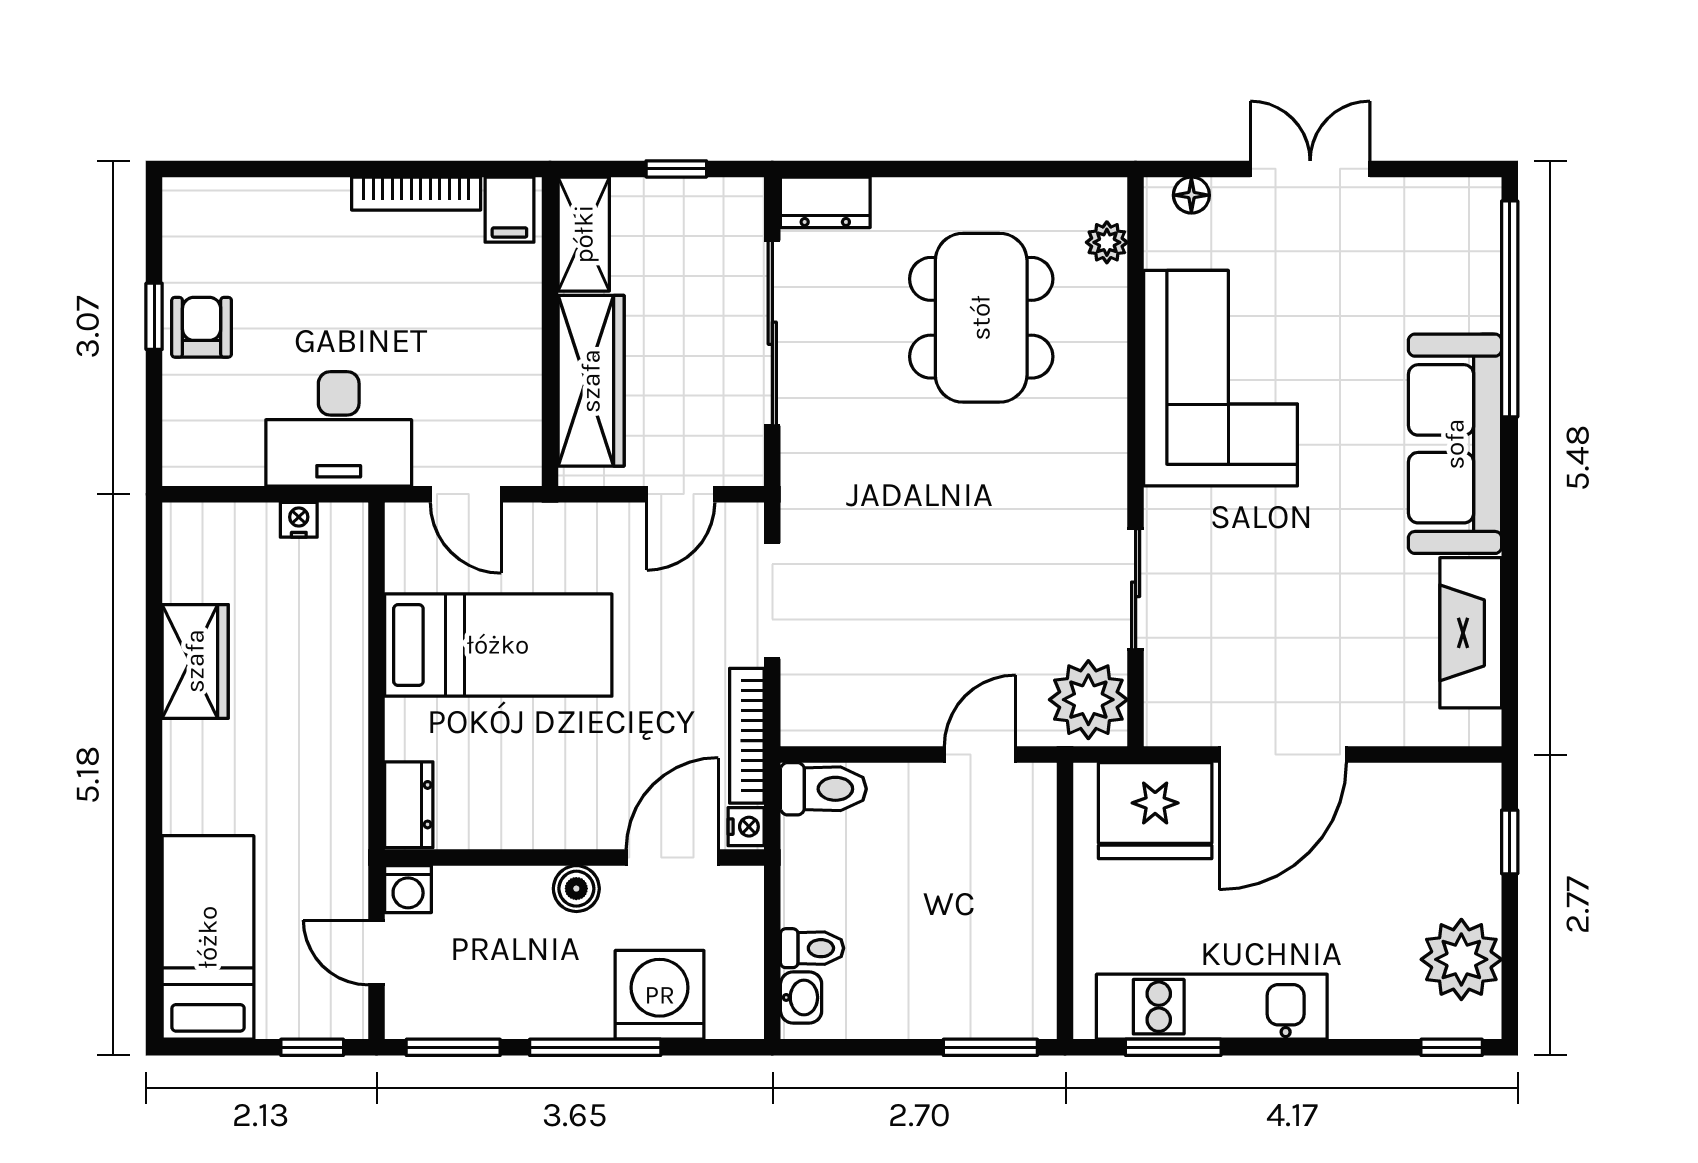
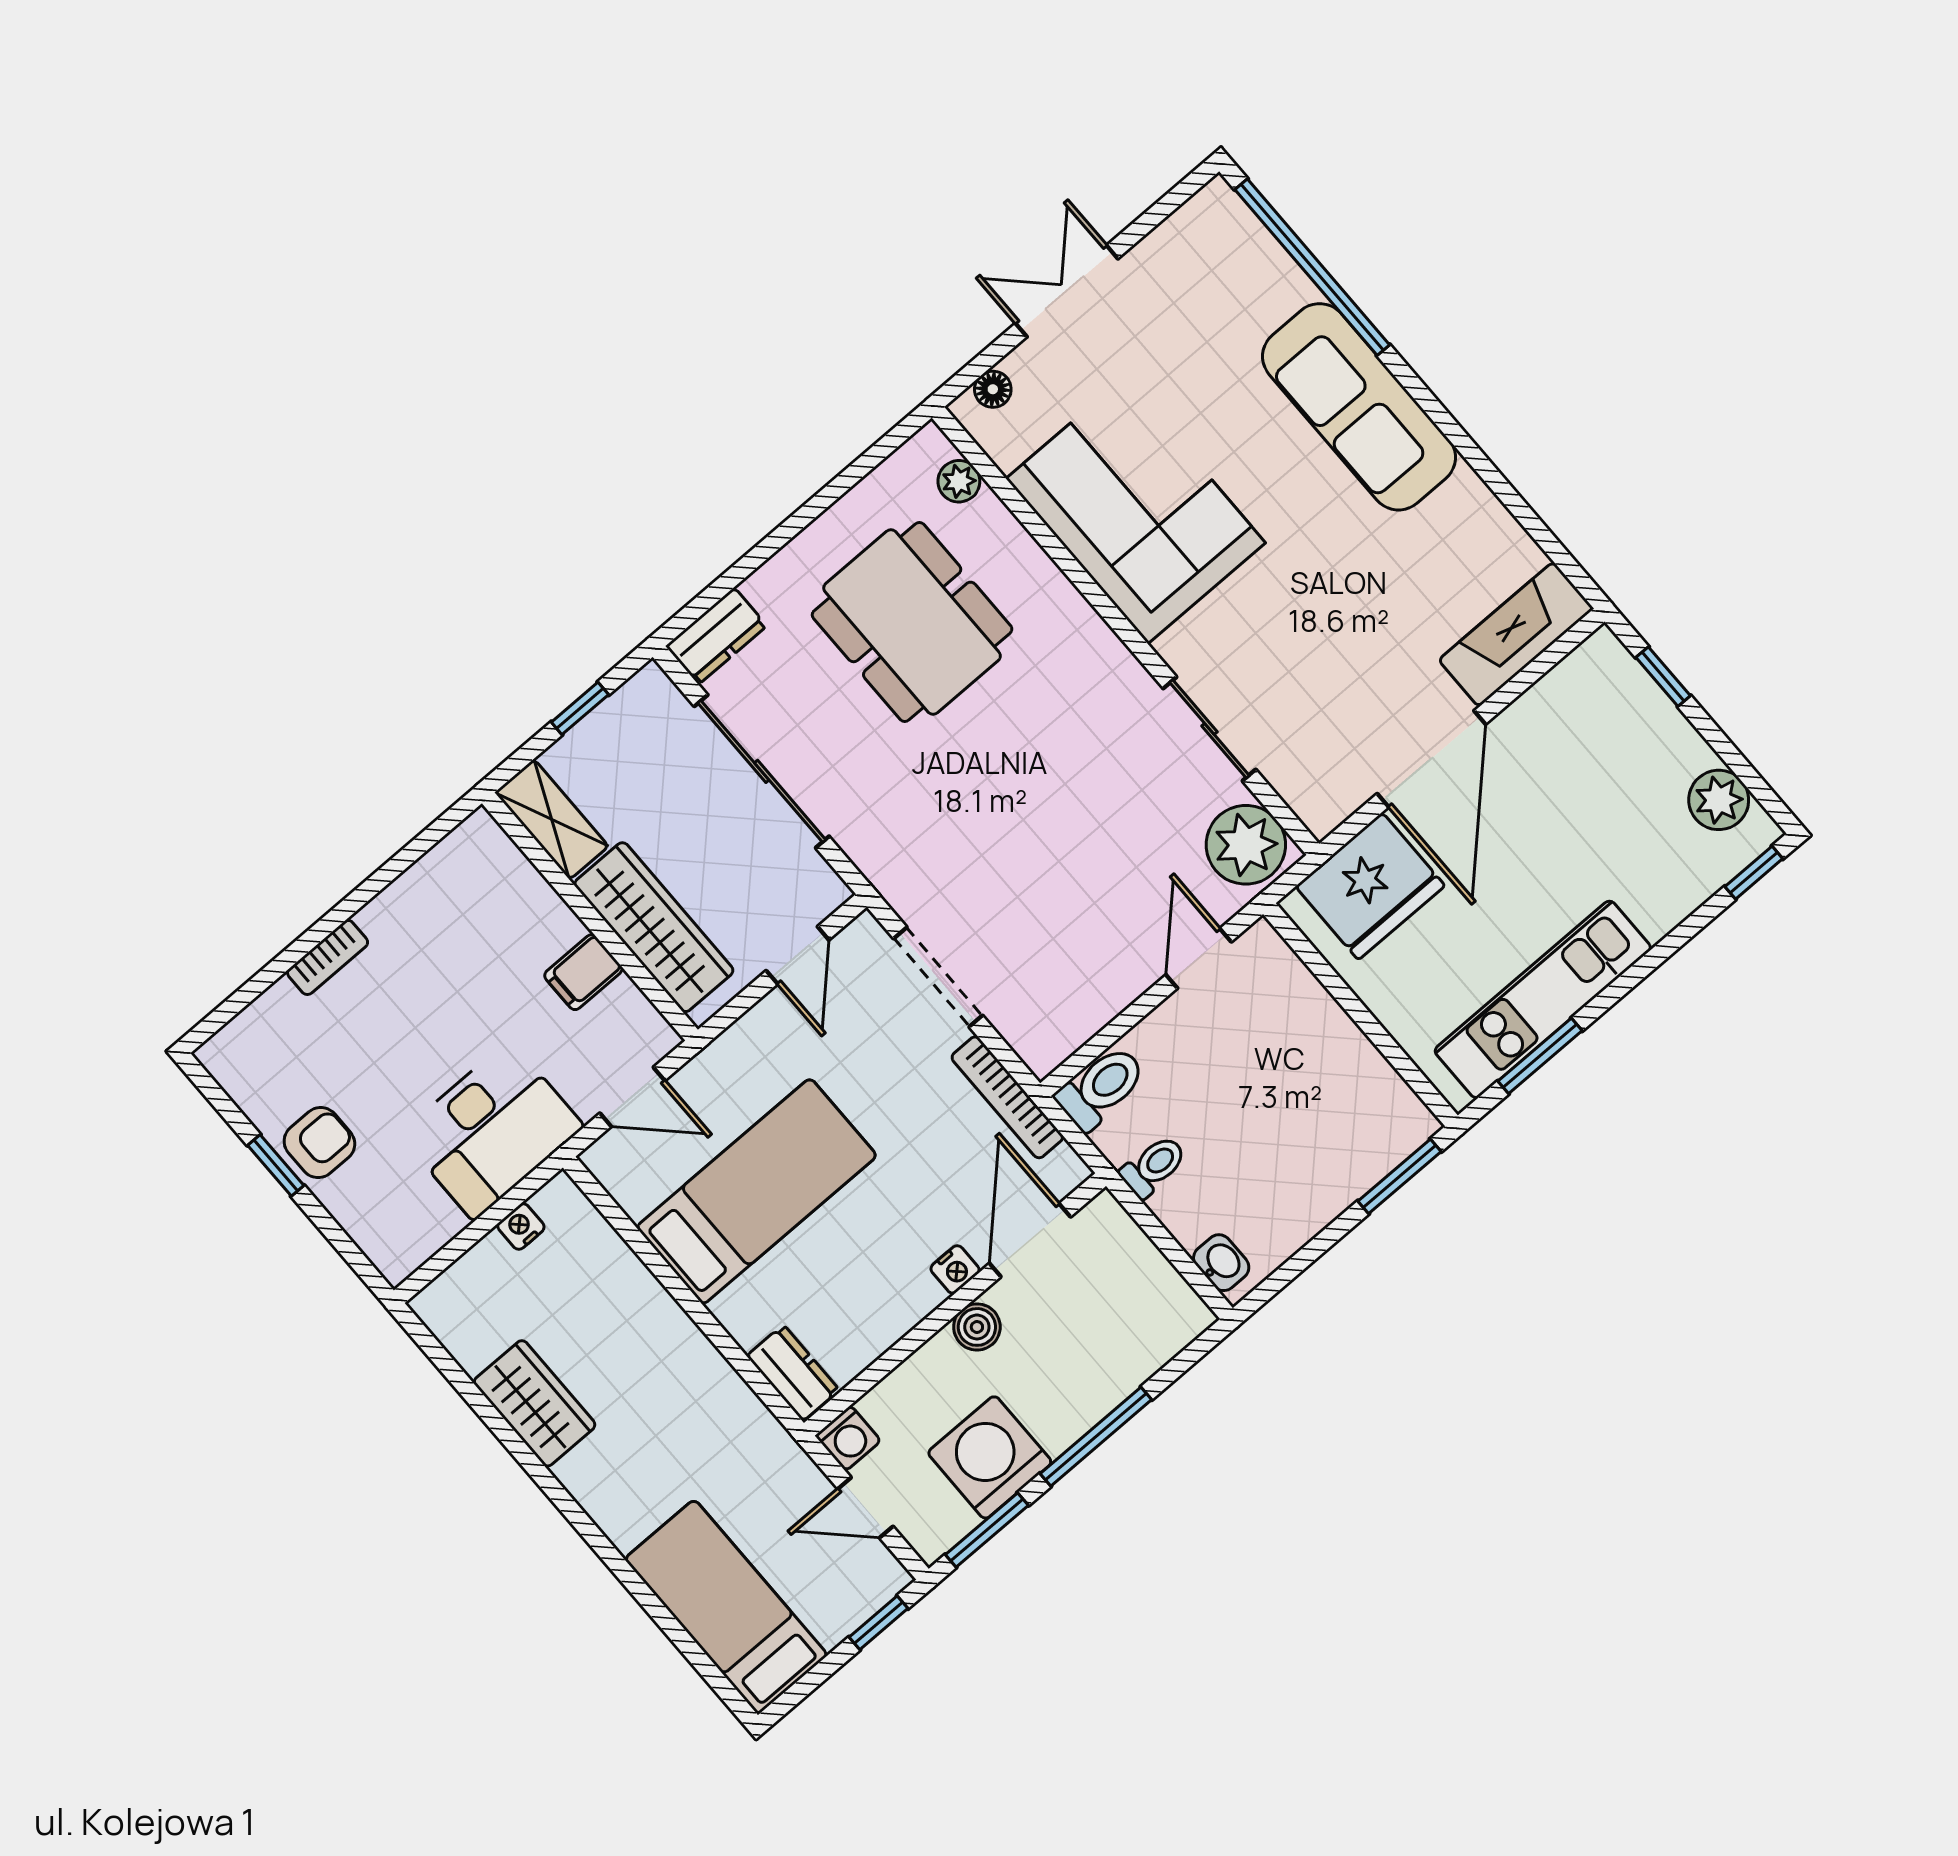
bookcase: (416, 194) -> (328, 957), moved, width x0.64
filing cabinet: (509, 210) -> (583, 972), moved, turned 90
armchair: (202, 327) -> (319, 1143), turned 90
fireplace: (1471, 633) -> (1516, 634), moved, turned 90
nightstand: (746, 827) -> (955, 1269), moved, turned 90
toilet: (812, 948) -> (1153, 1166), moved
plant: (1461, 959) -> (1719, 800), width x0.73, depth x0.73
washing machine: (660, 995) -> (990, 1457), moved

